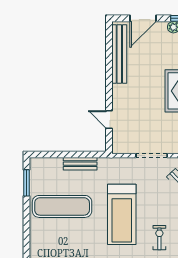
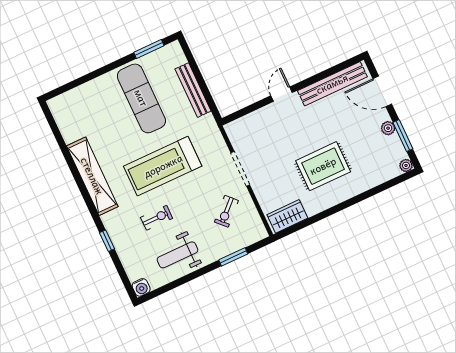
door: (109, 119) -> (282, 94), moved
bench: (80, 164) -> (193, 90), width x1.36

